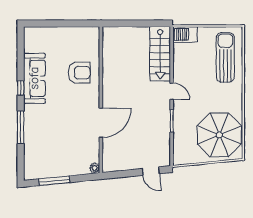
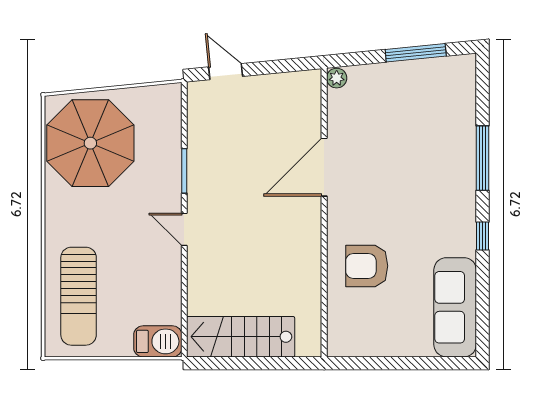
stairs: (160, 54) -> (241, 337), moved, turned -90
sofa: (34, 78) -> (455, 307), moved

